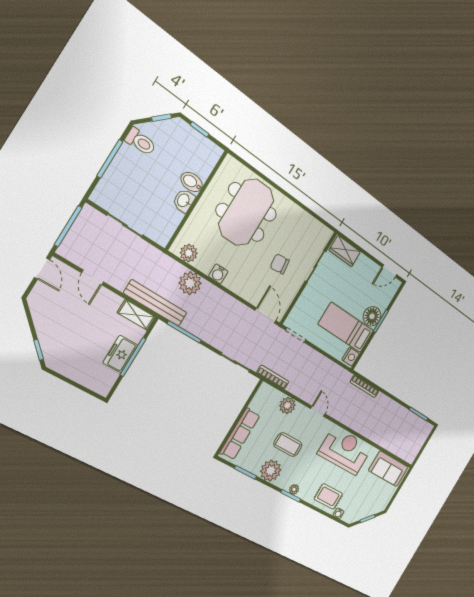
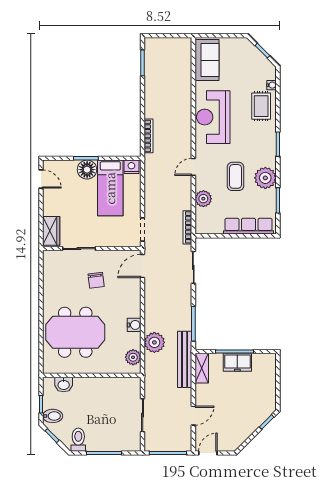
bidet: (192, 182) -> (53, 416), moved, turned -90
washbasin: (184, 201) -> (64, 385), moved
plant: (294, 489) -> (271, 145), removed

